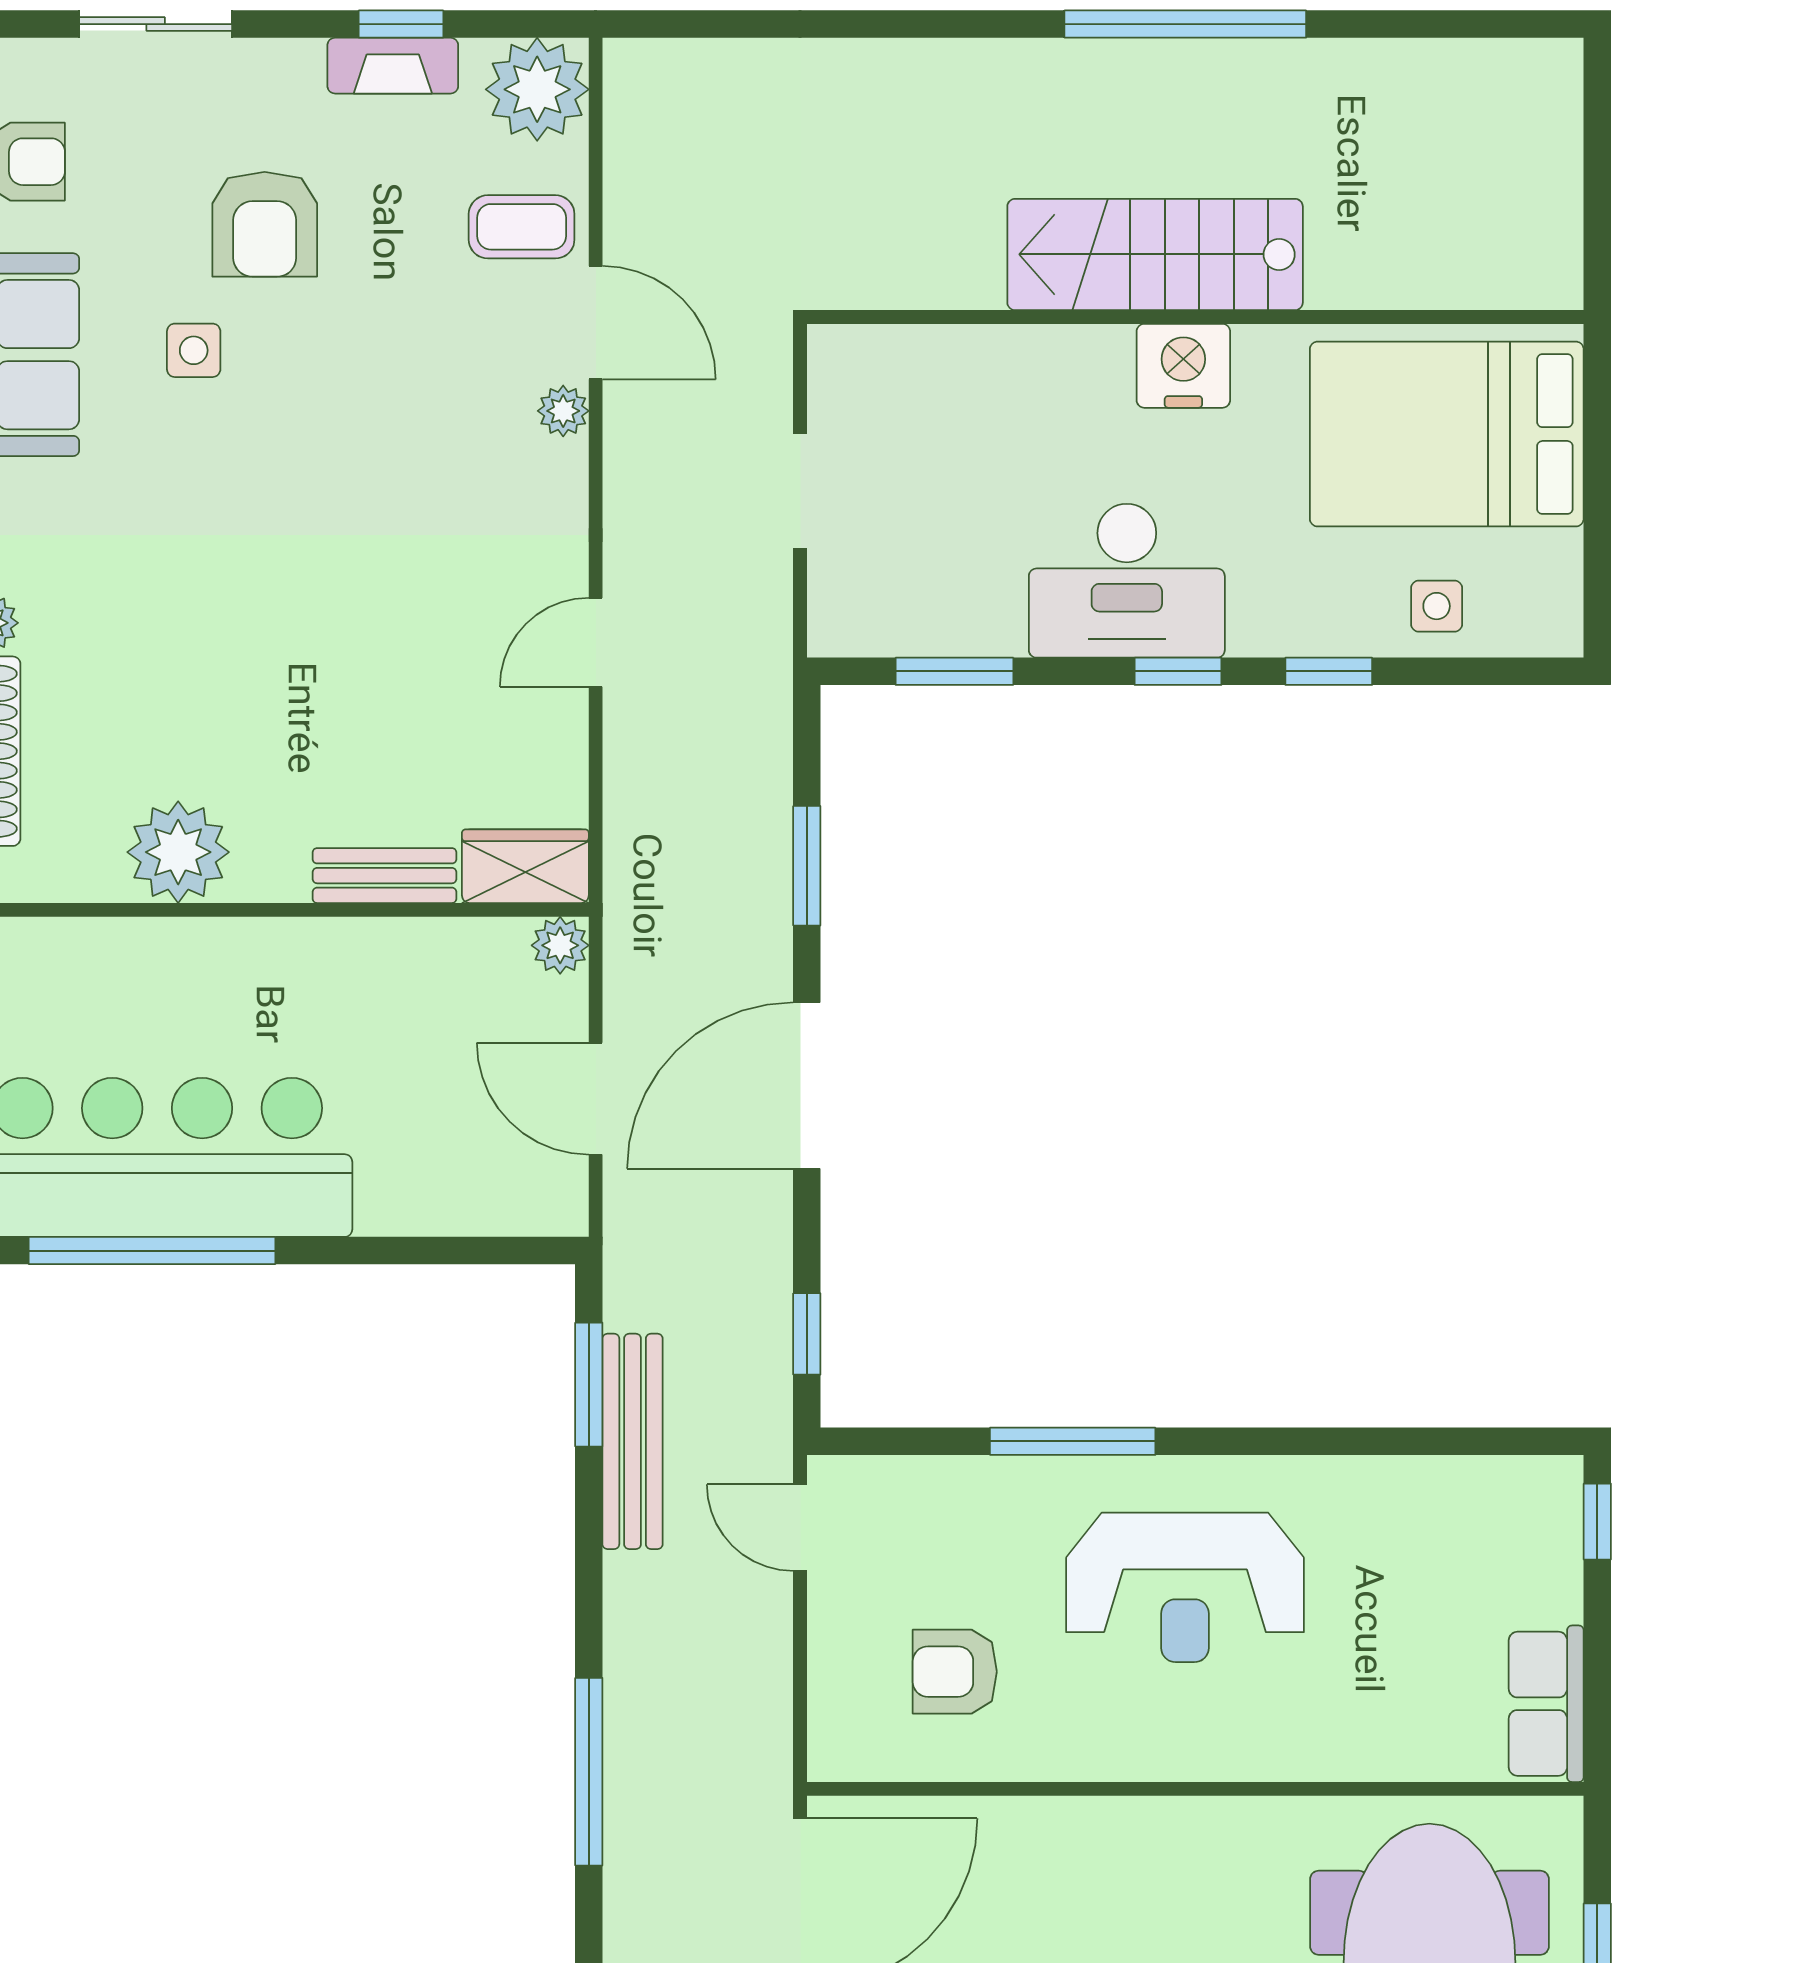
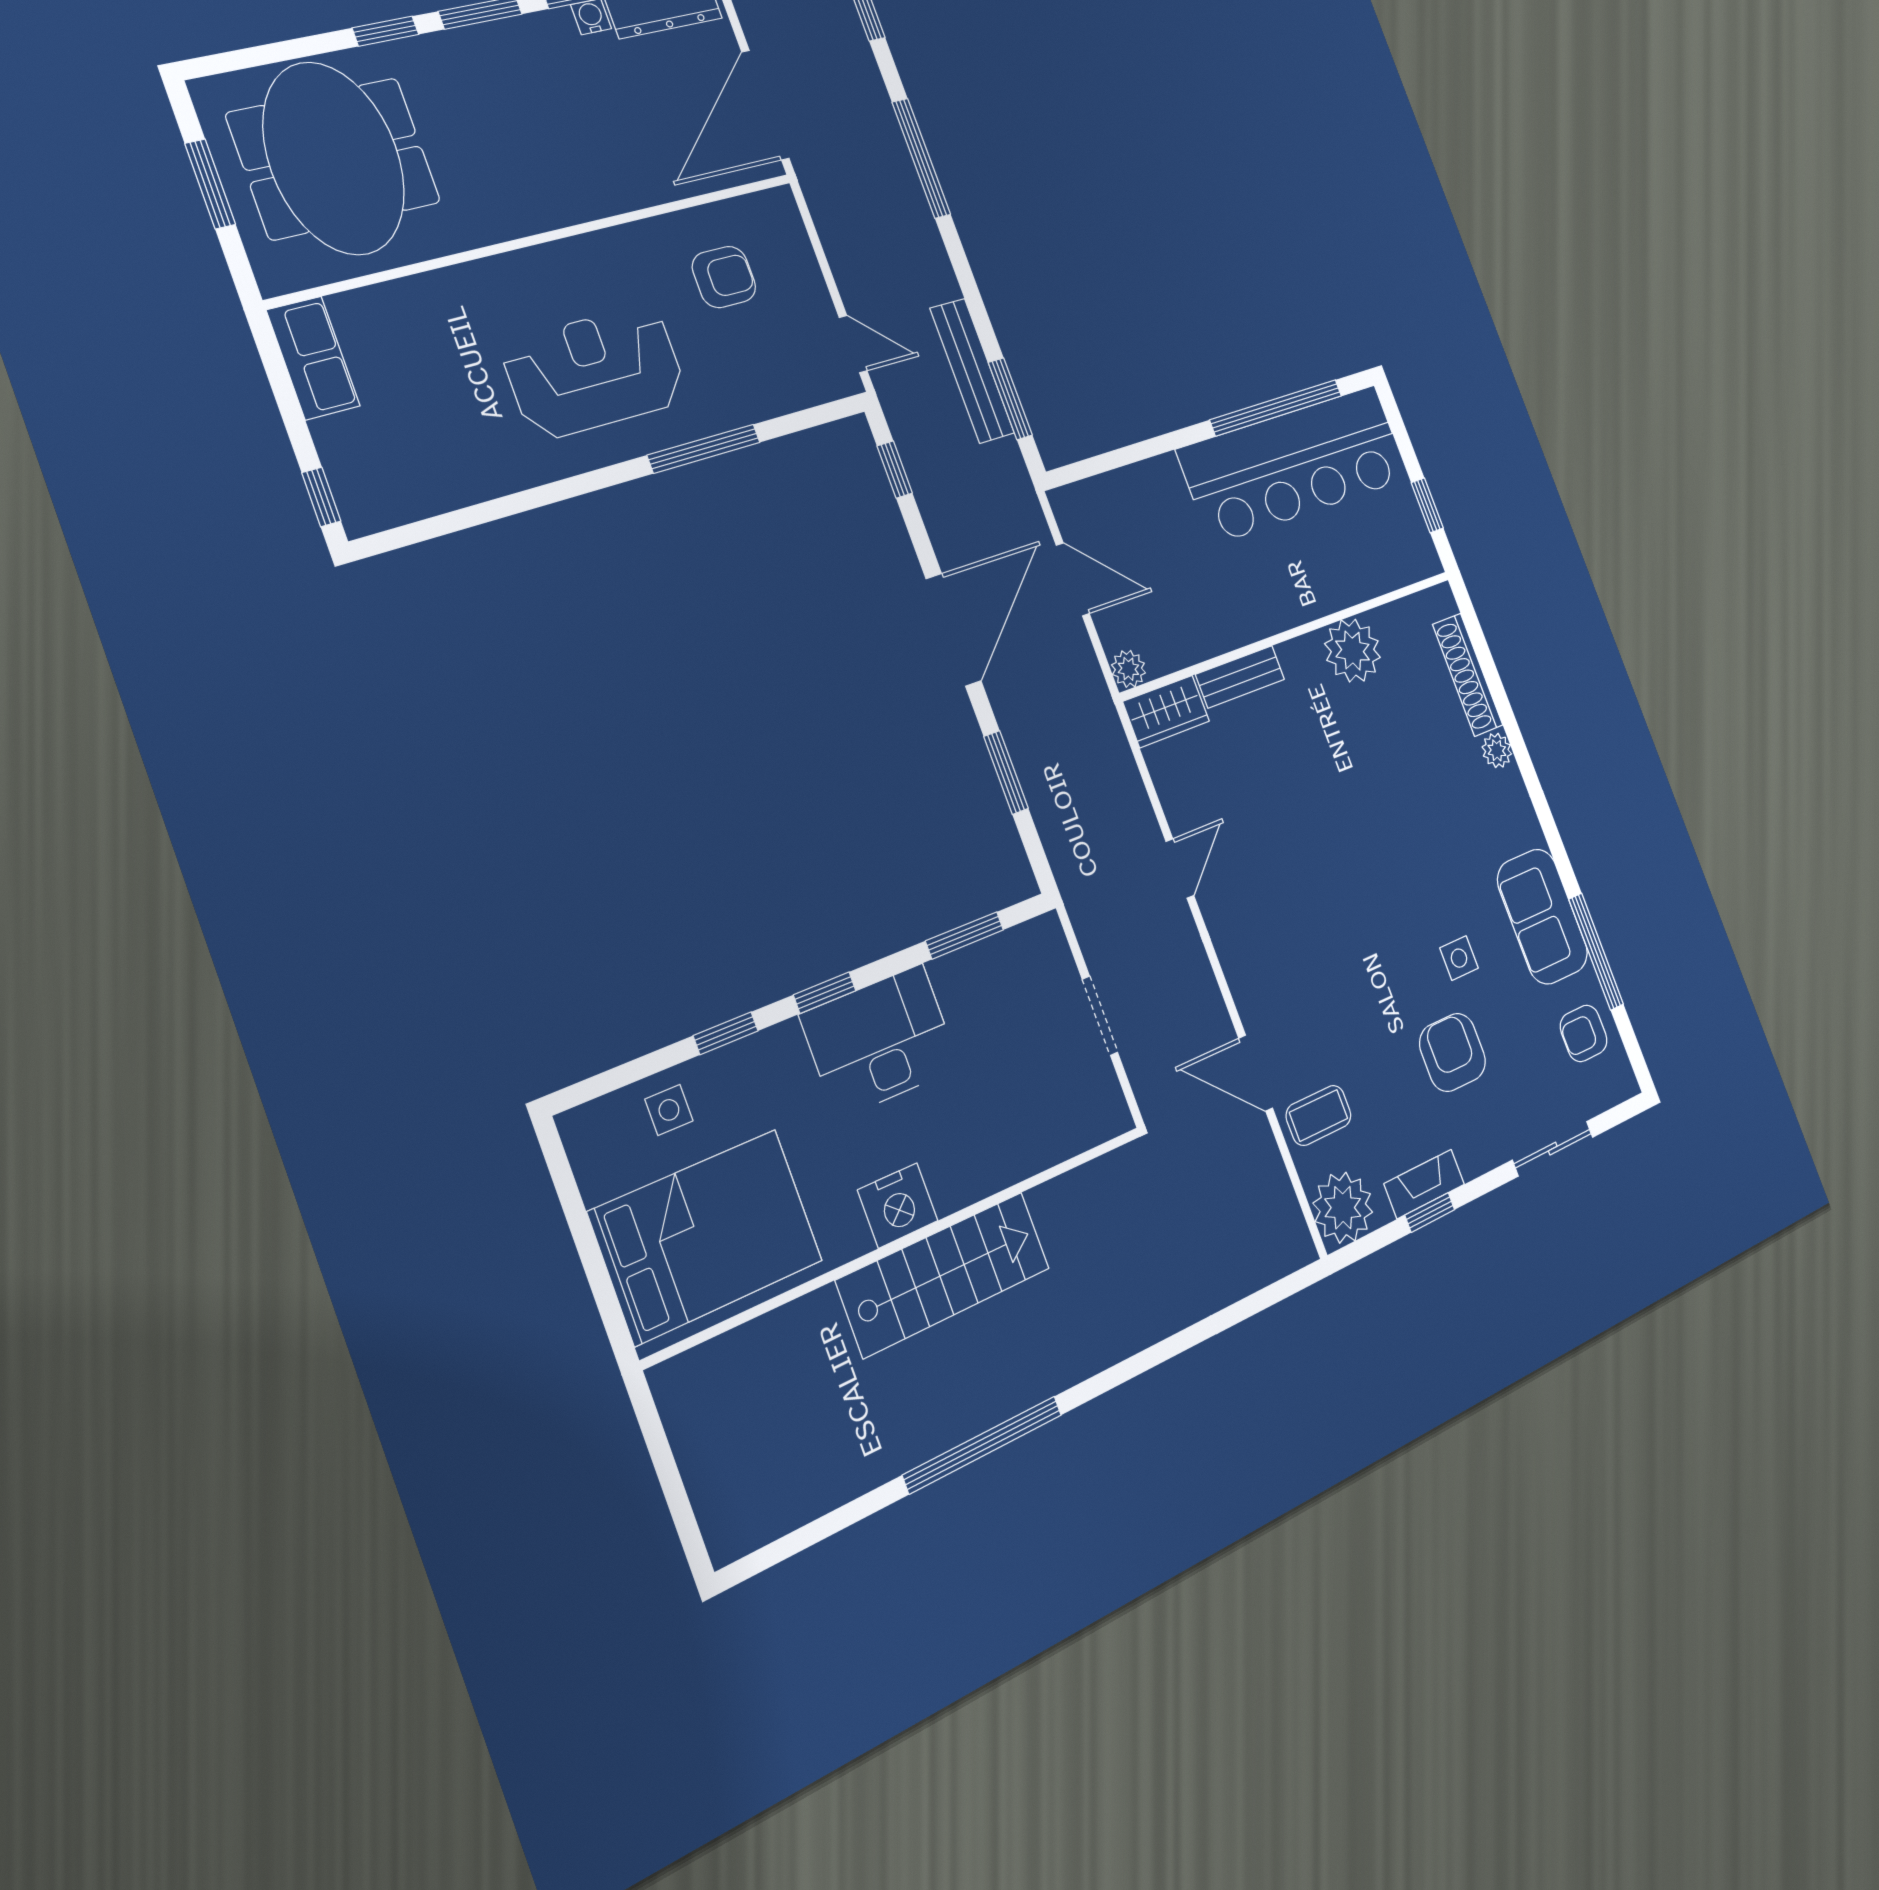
plant: (563, 411) -> (1252, 1008), removed

